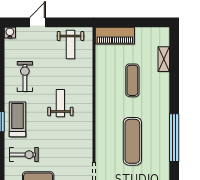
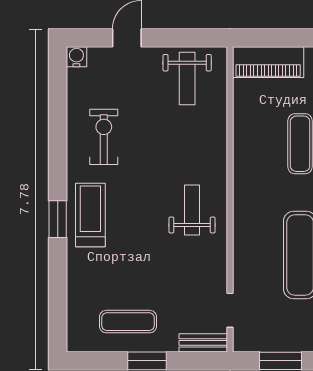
weight bench: (60, 103) -> (192, 210), moved
exercise bike: (24, 155) -> (102, 279), removed

